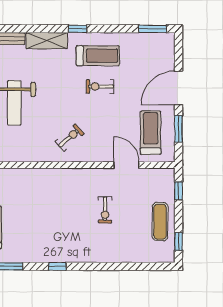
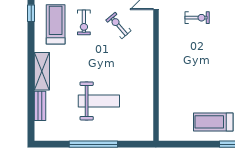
window: (78, 29) -> (31, 13), moved
exercise bike: (70, 138) -> (118, 25), moved

